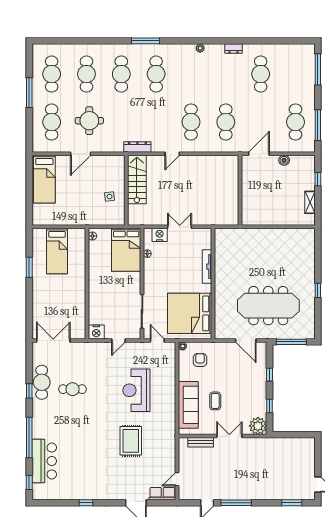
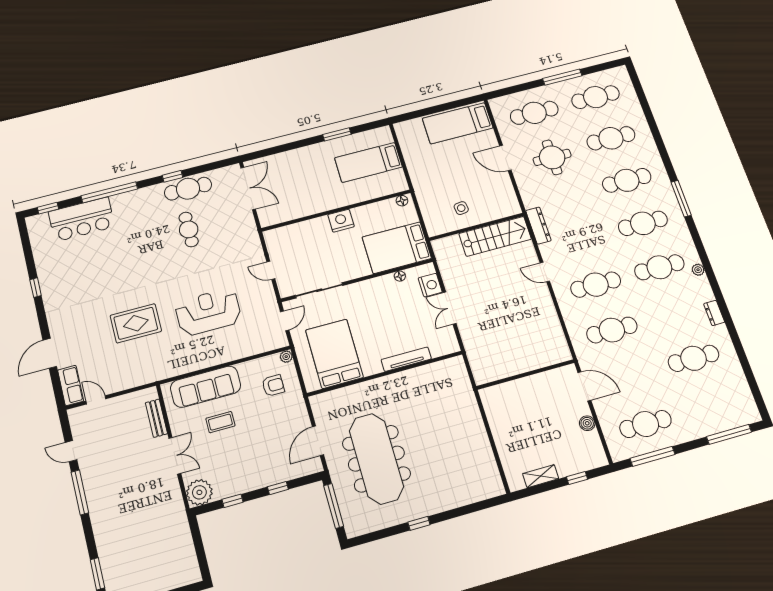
cafe table: (191, 74) -> (659, 267), added
double door: (180, 227) -> (449, 308), swing flipped
bed: (190, 313) -> (334, 354), width x0.73
nightstand: (96, 332) -> (341, 221), moved, turned 90

